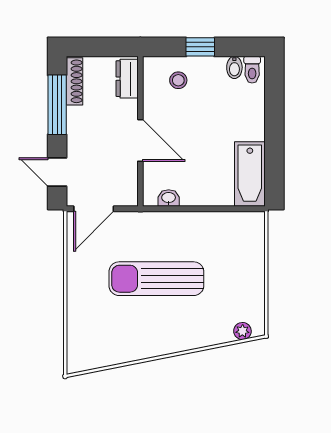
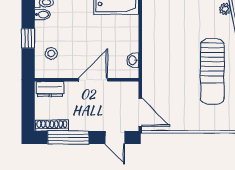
door: (57, 172) -> (115, 138), hinge flipped
sun lounger: (156, 279) -> (212, 71), moved

